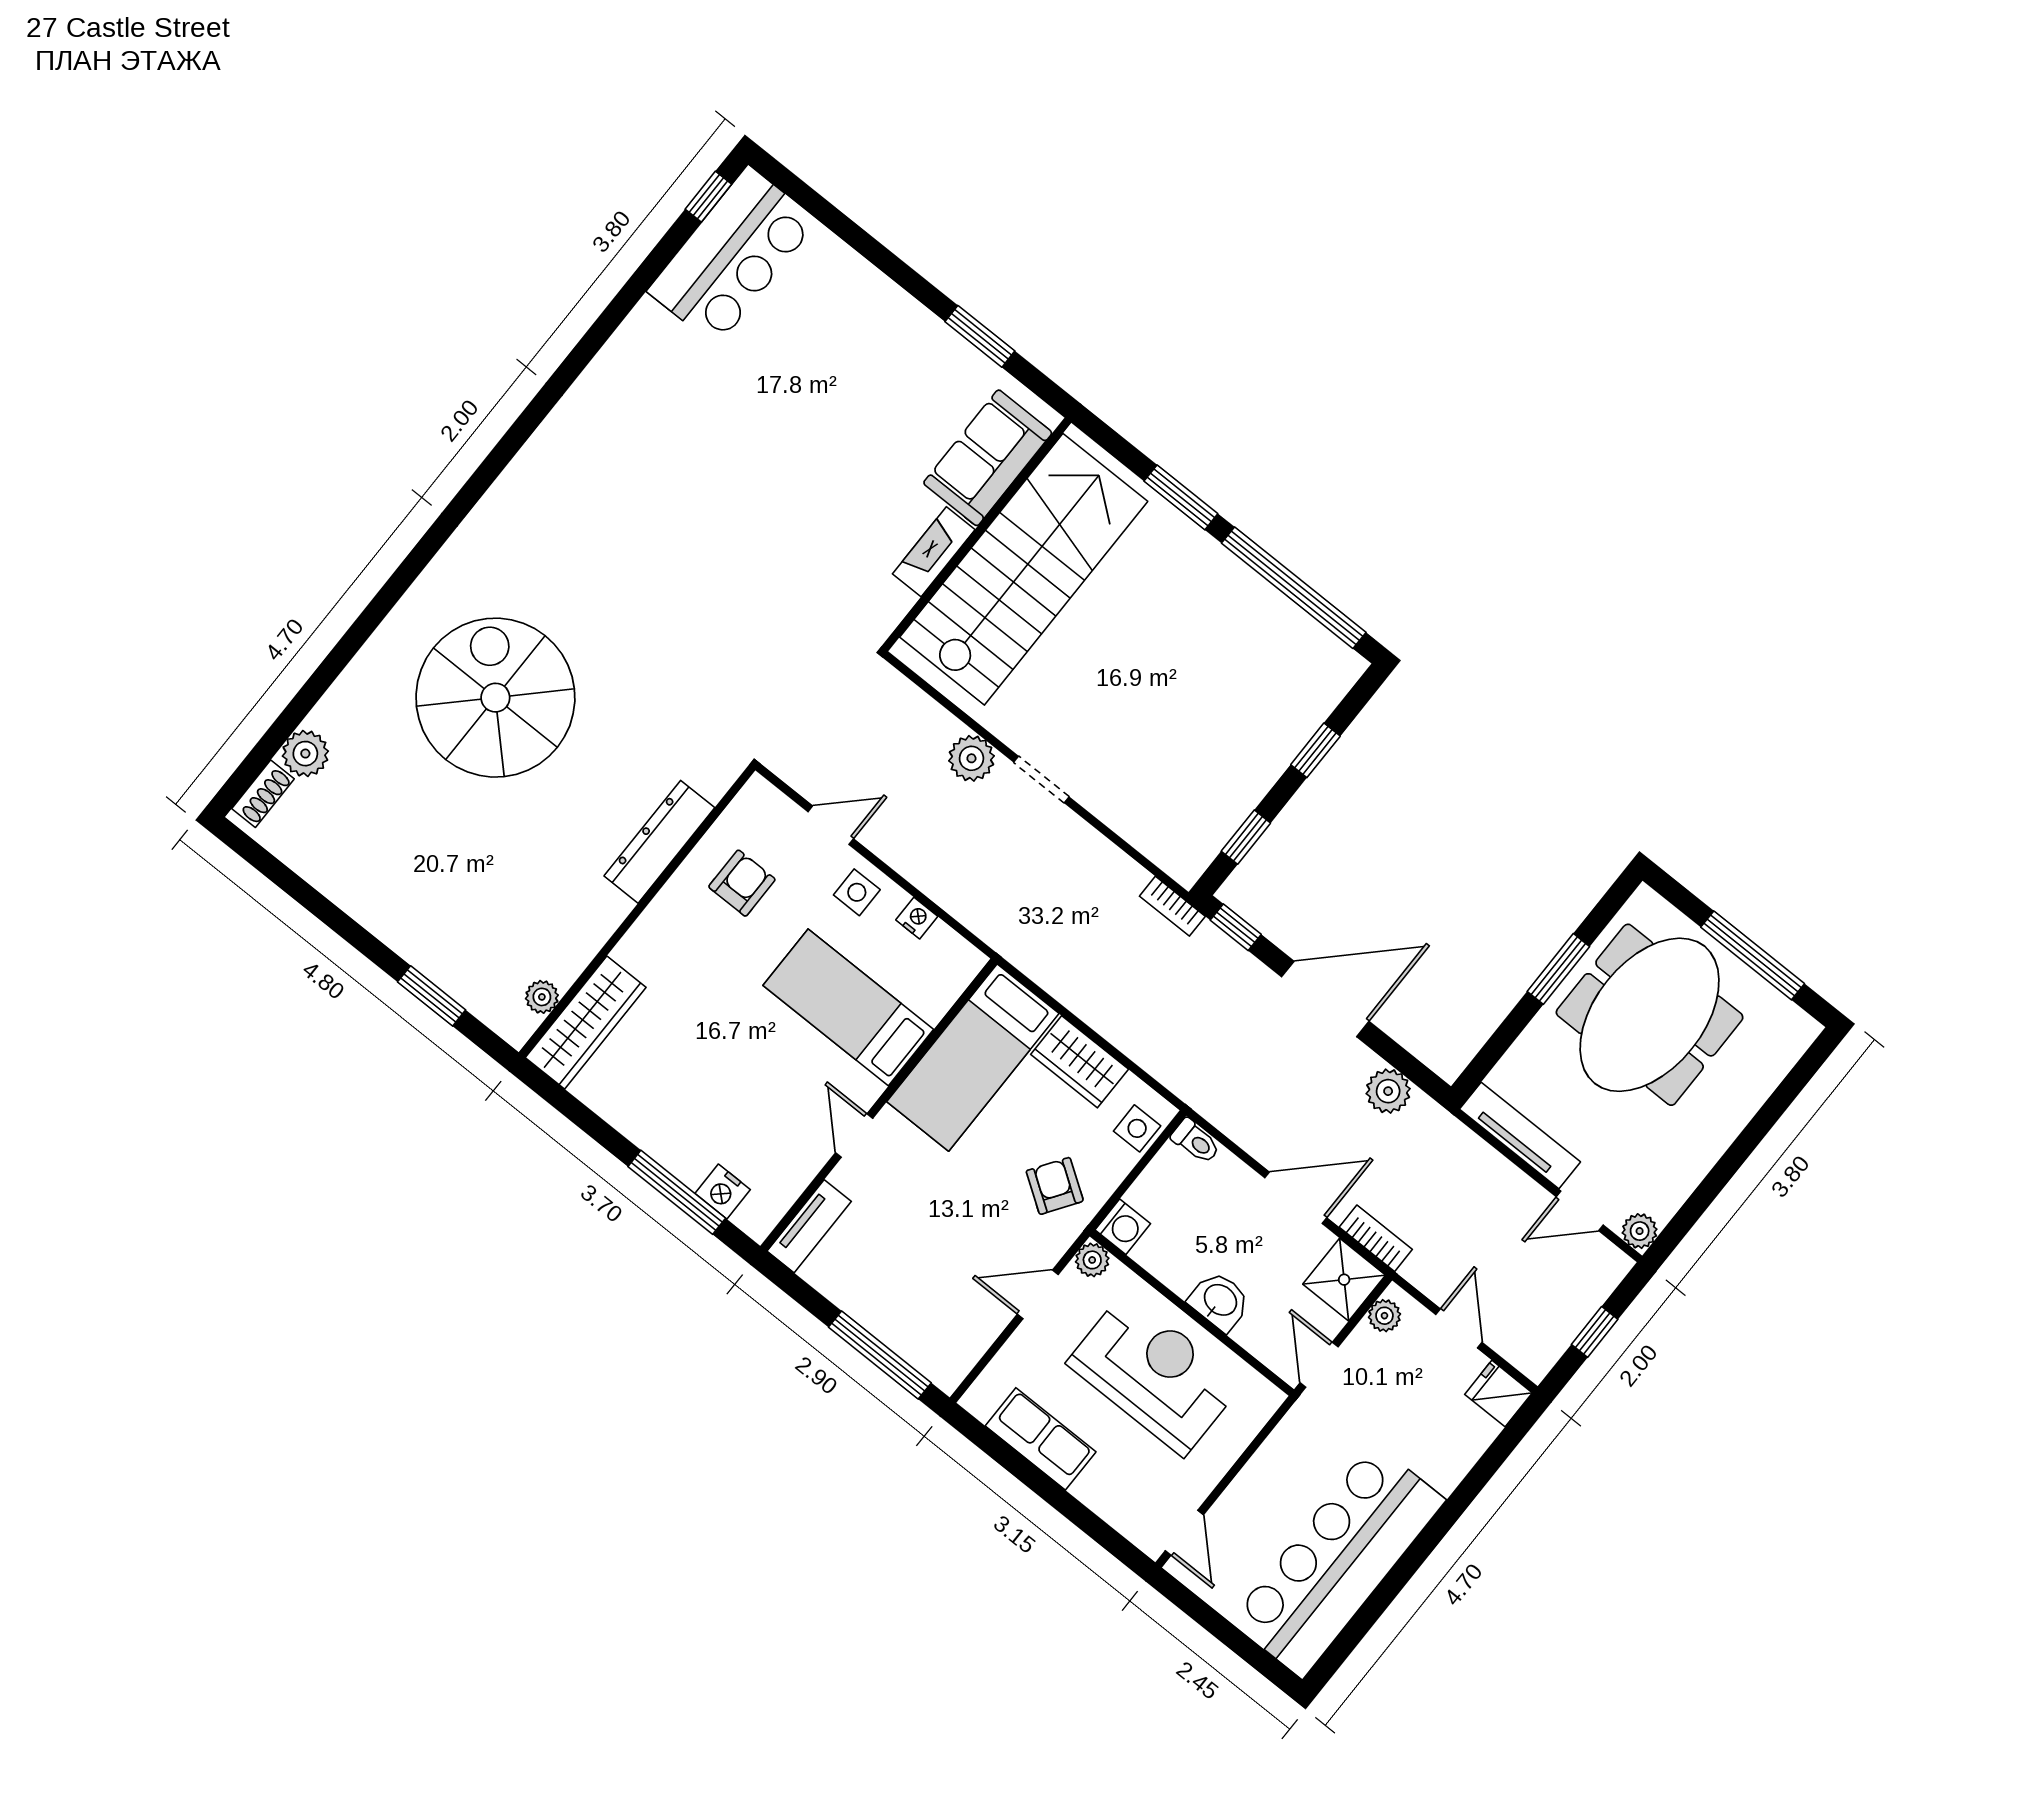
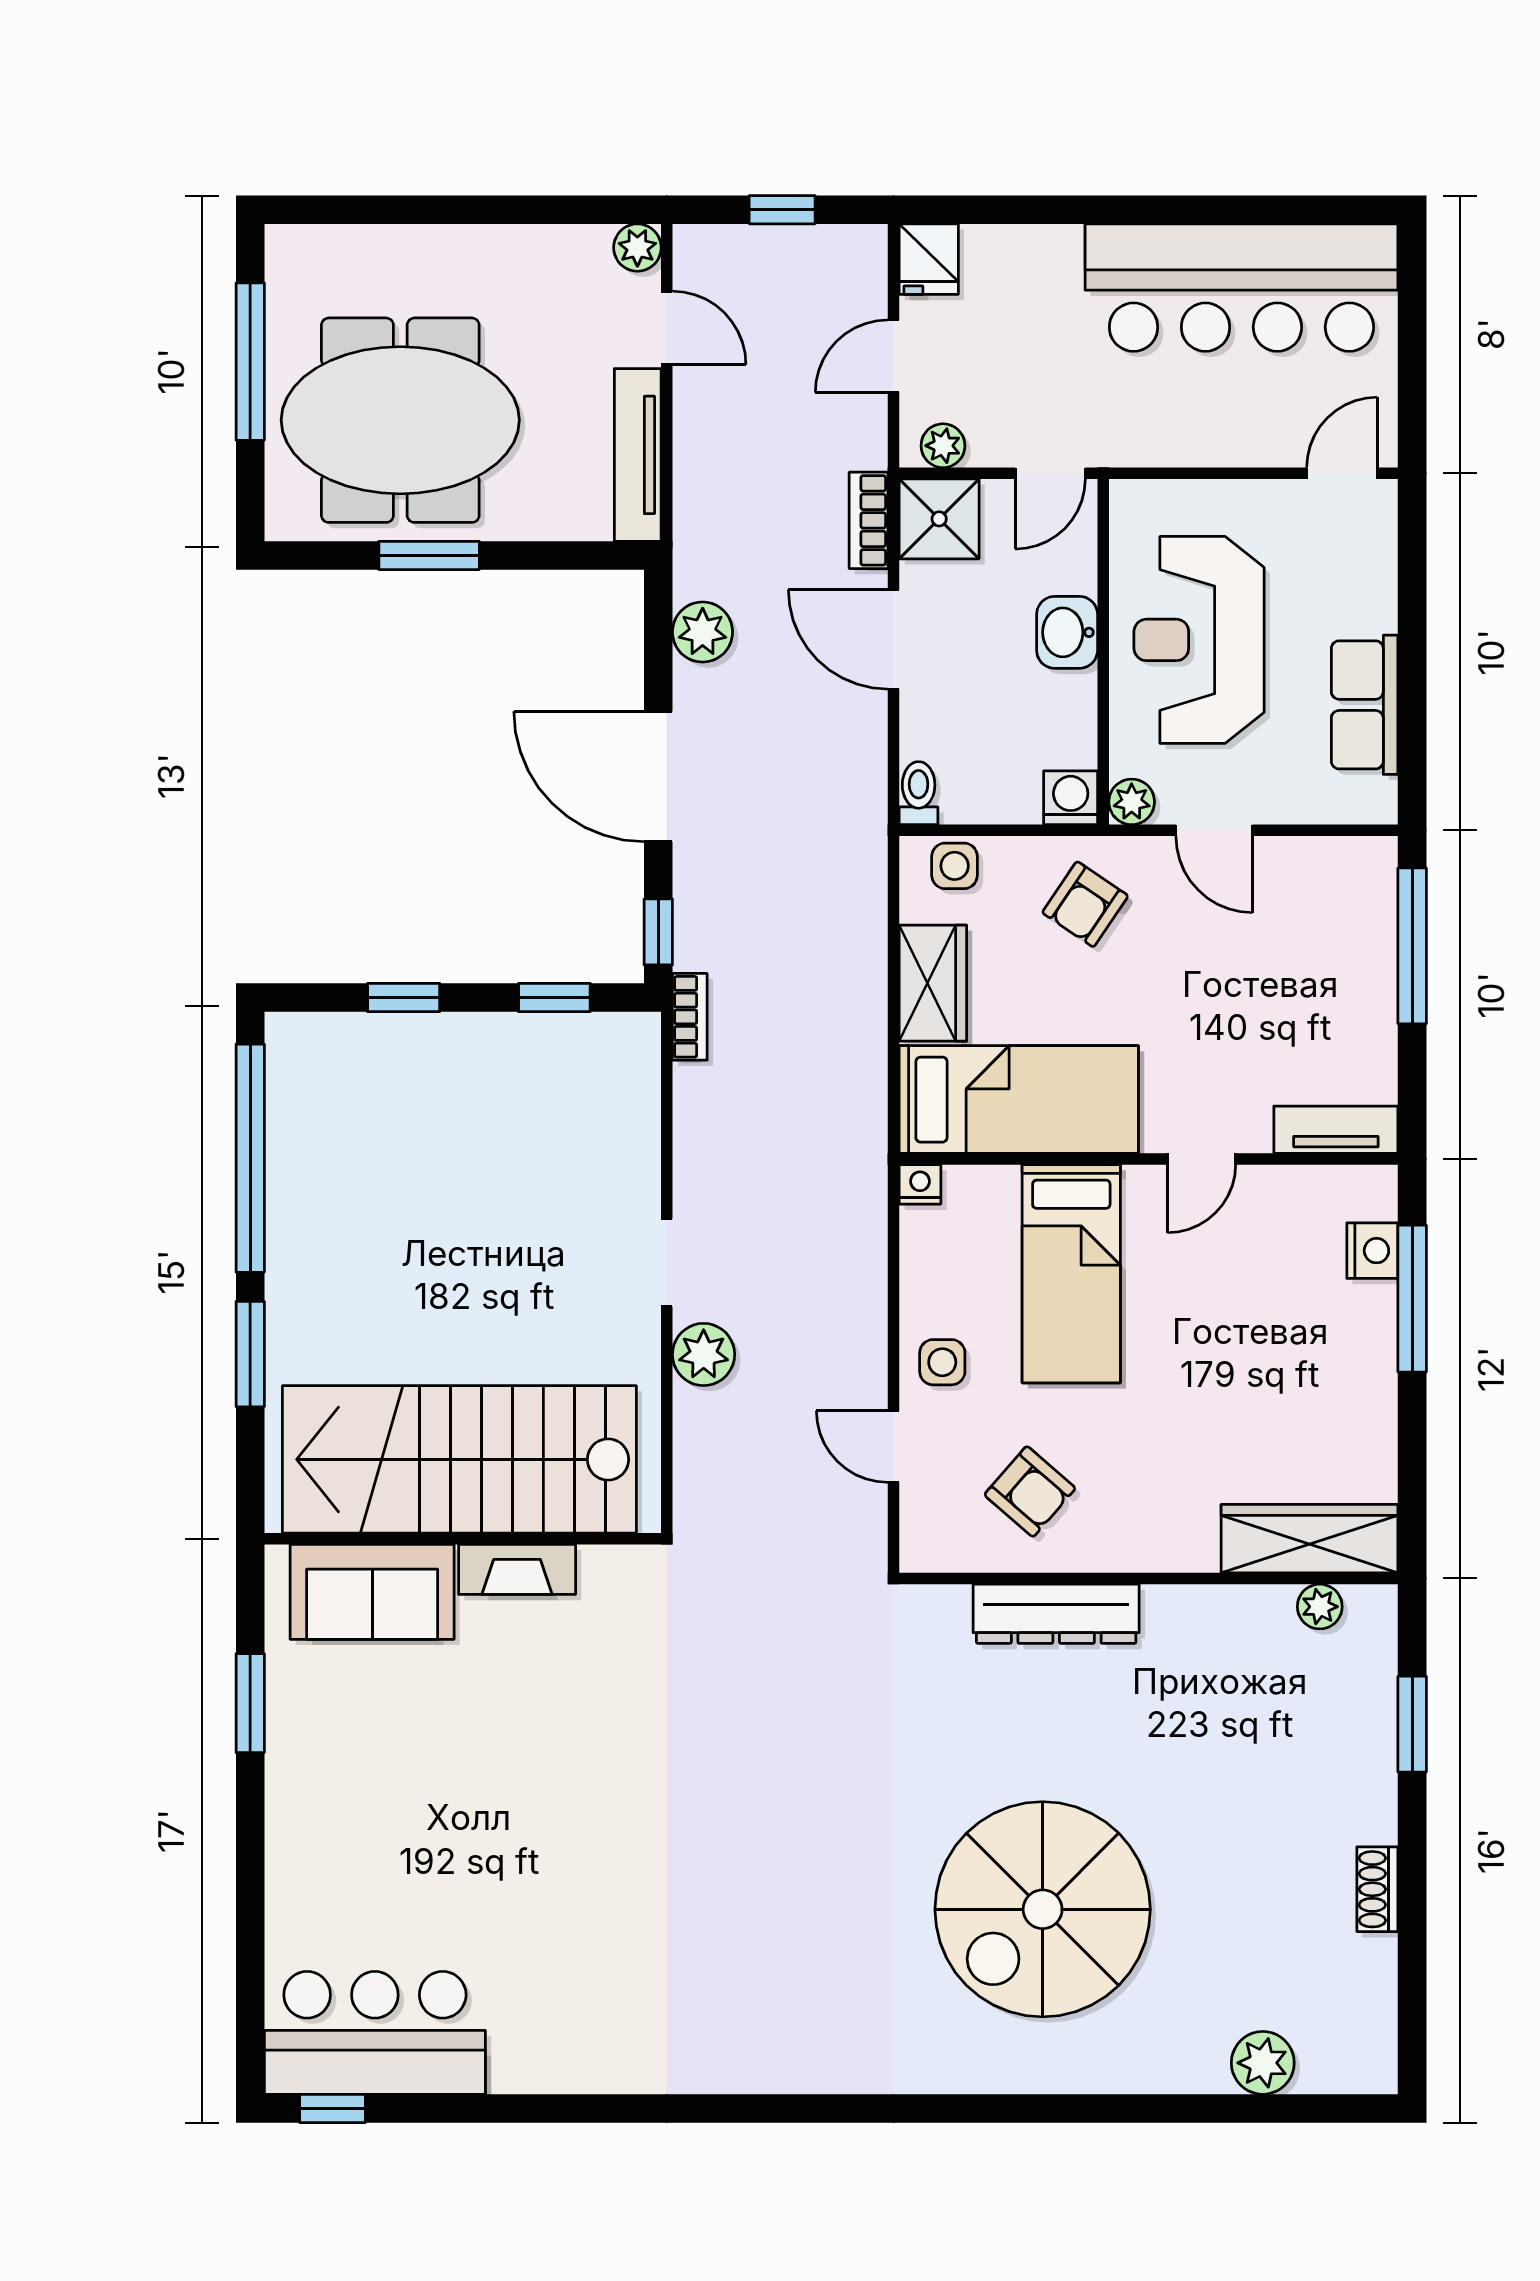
shoe rack: (263, 794) -> (1377, 1889), moved, turned -90
armchair: (742, 883) -> (1030, 1491), turned -139
nightstand: (917, 918) -> (920, 1184), moved, turned 90

